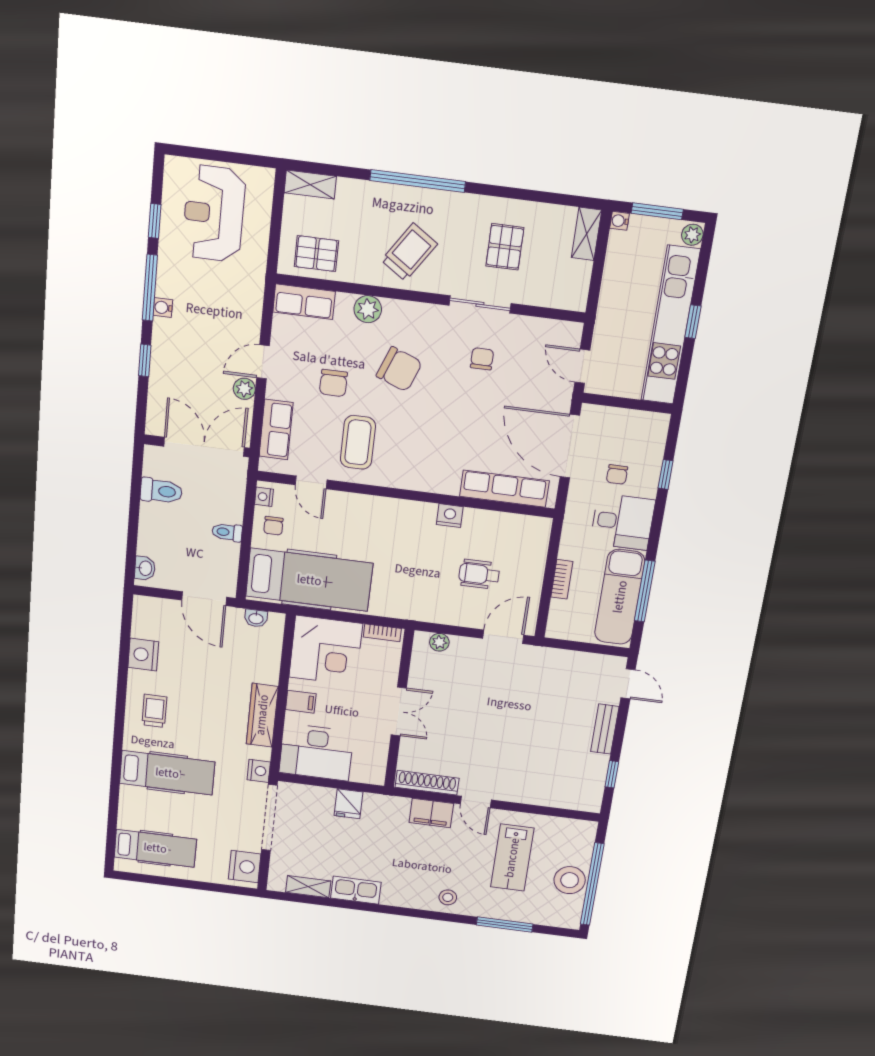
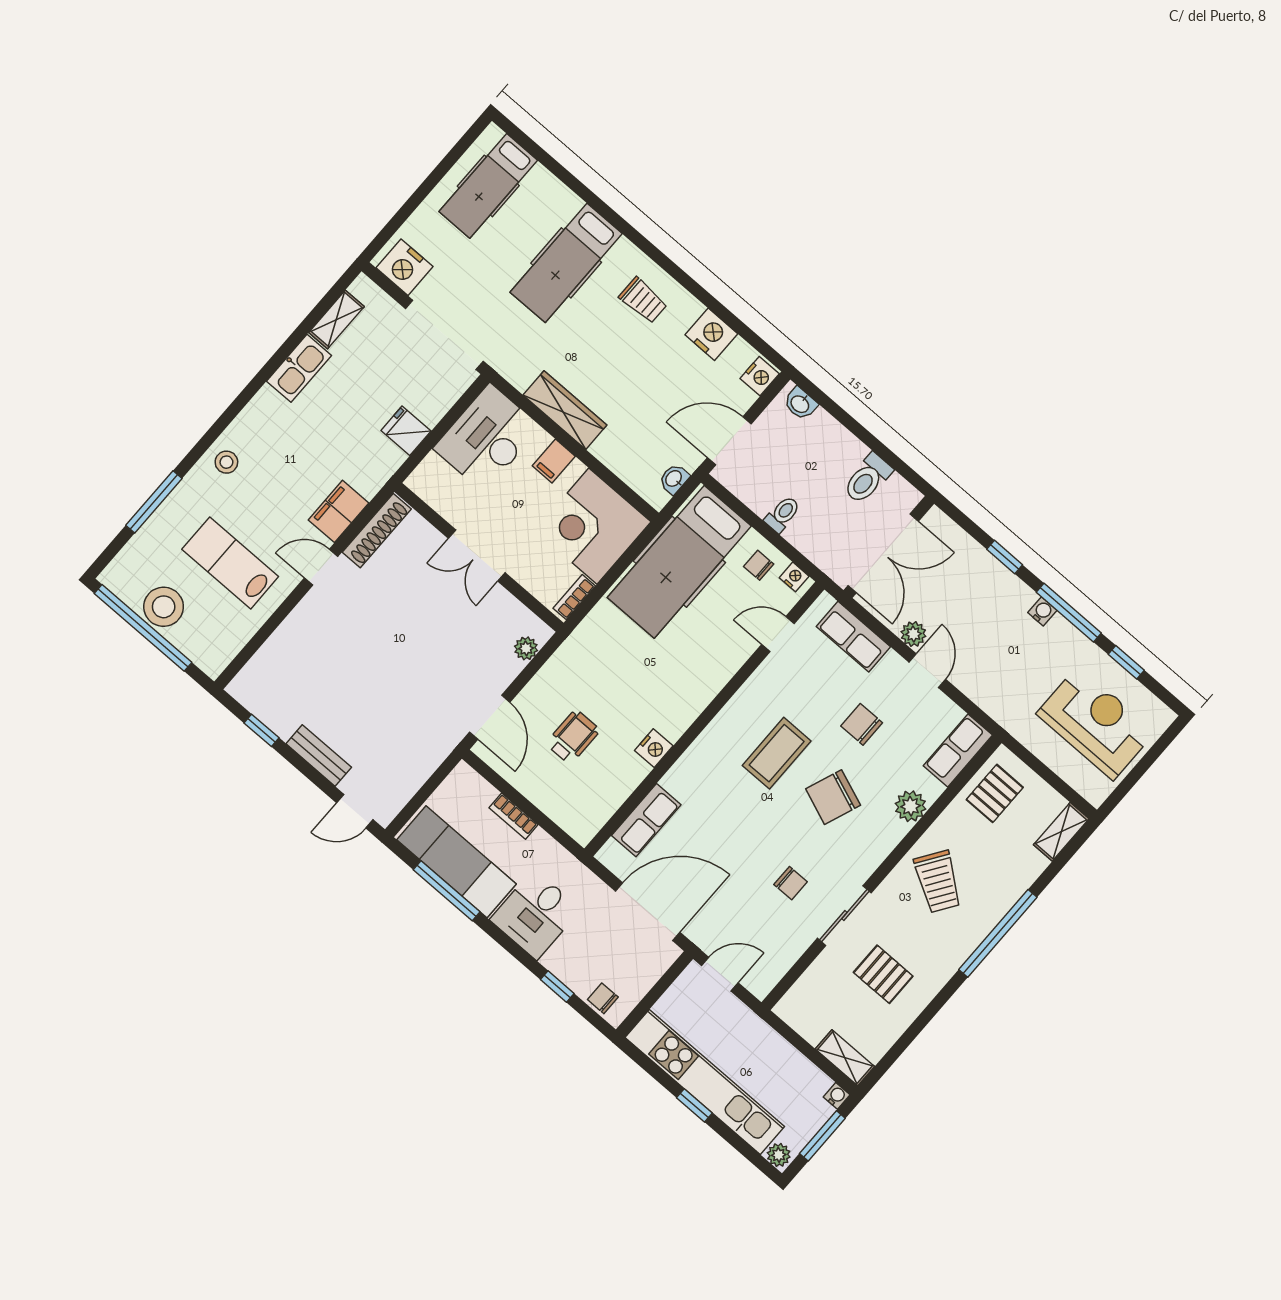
coffee table: (358, 442) -> (777, 753), moved, turned 90
chair: (617, 474) -> (603, 998), moved
row of seats: (504, 489) -> (646, 820), width x0.68
nightstand: (259, 771) -> (760, 376), moved, turned -90

